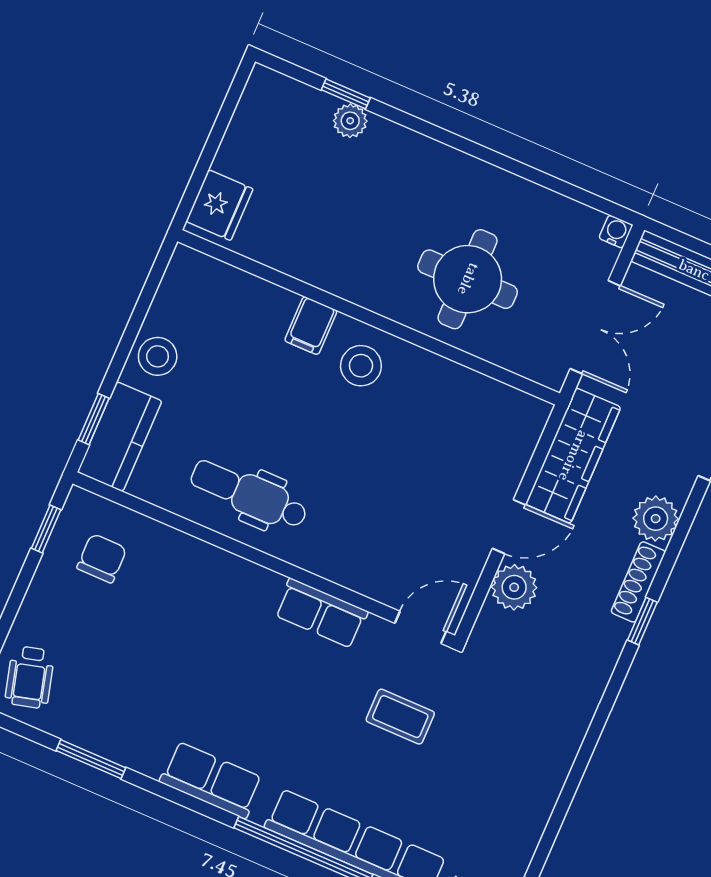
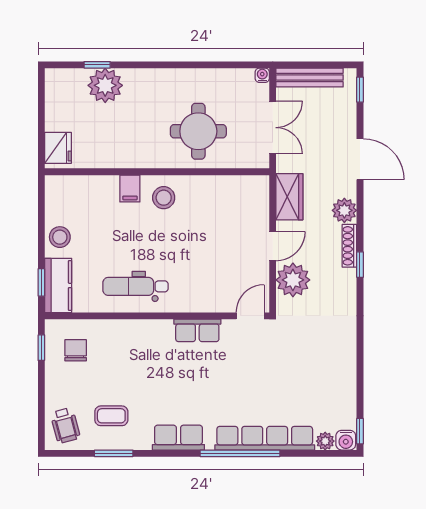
plant: (350, 121) -> (105, 85), width x1.88, depth x1.88
wardrobe: (573, 456) -> (289, 197), width x0.67
plant: (514, 587) -> (293, 280), width x1.36, depth x1.36
coffee table: (400, 717) -> (111, 416), moved

